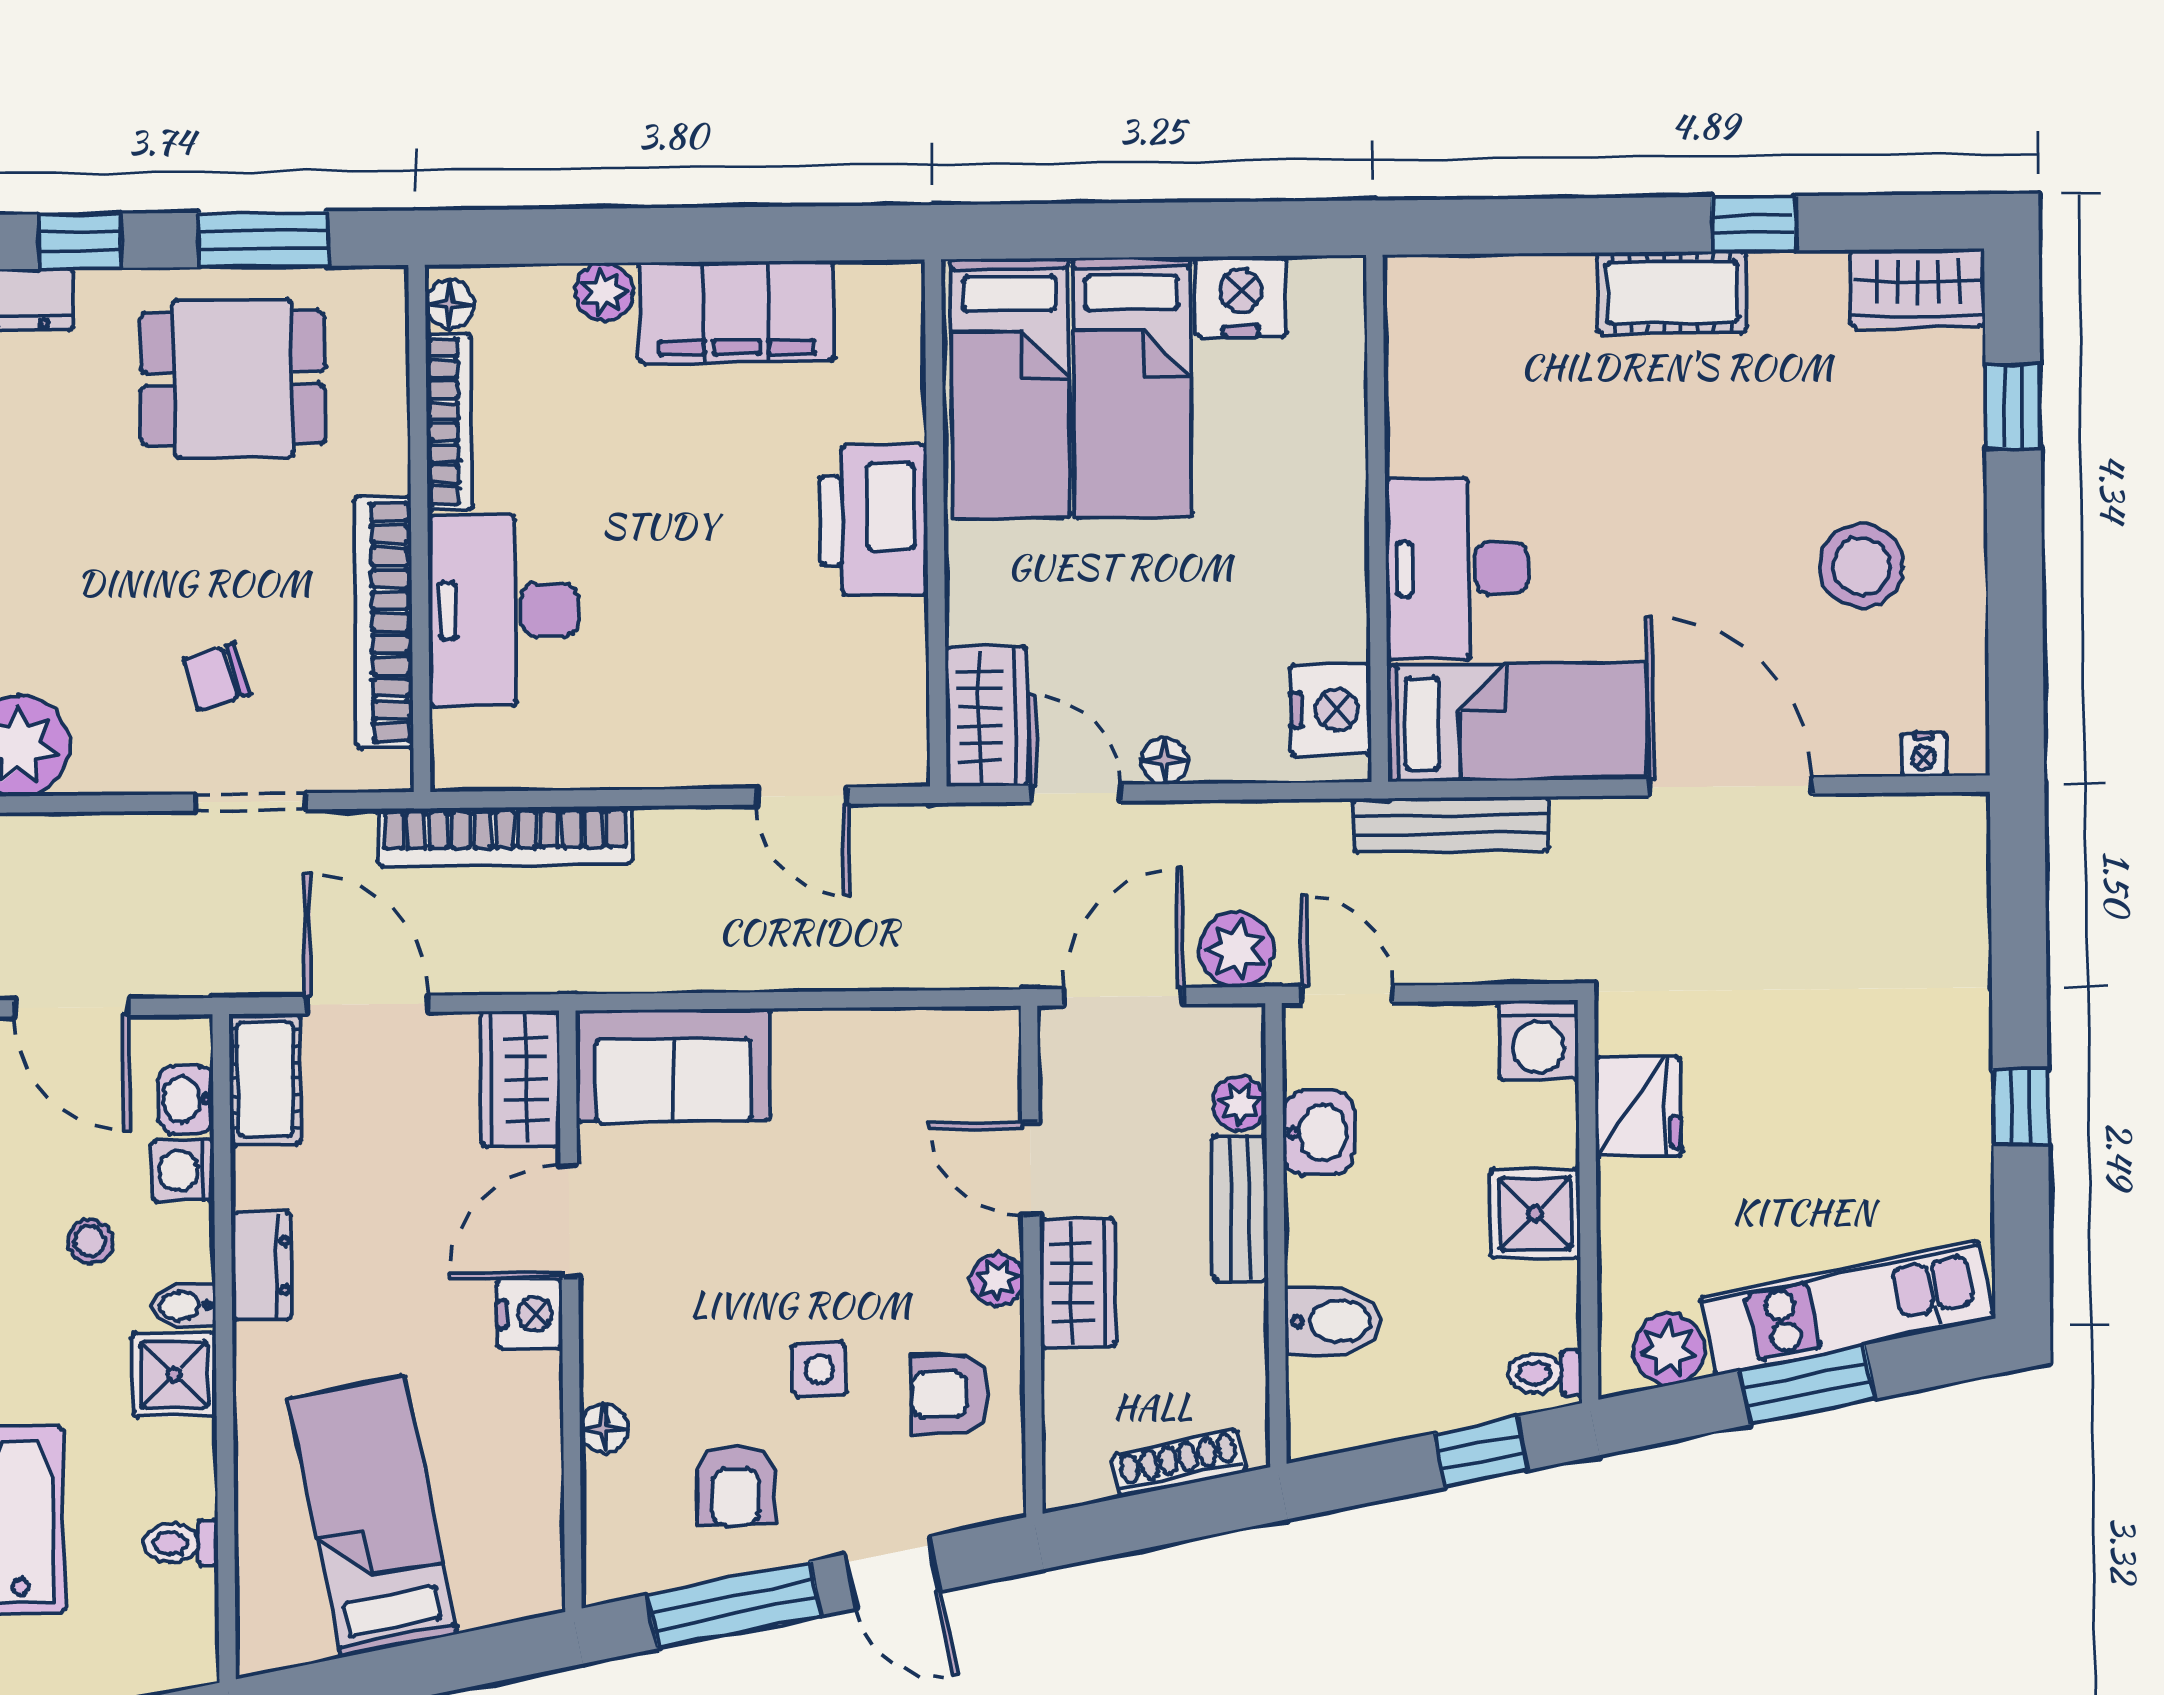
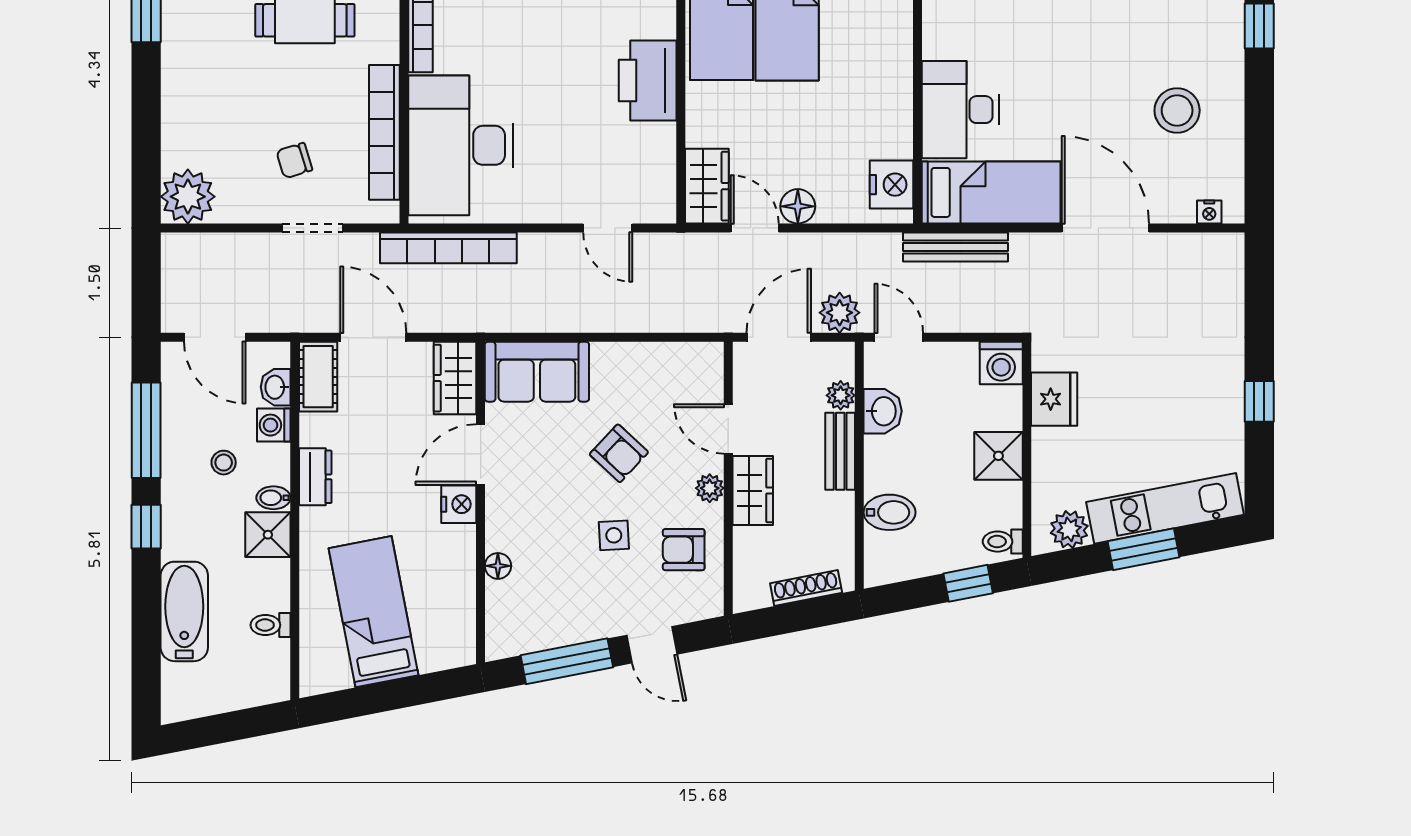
desk: (504, 610) -> (461, 145), width x1.36, depth x1.30
floor lamp: (1165, 761) -> (798, 206), width x1.37, depth x1.37
armchair: (736, 1485) -> (619, 453), moved, turned -47

